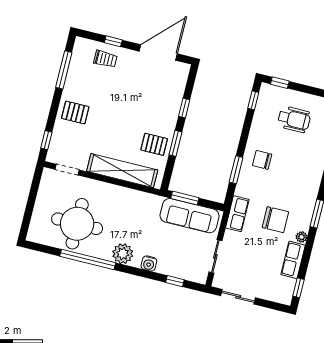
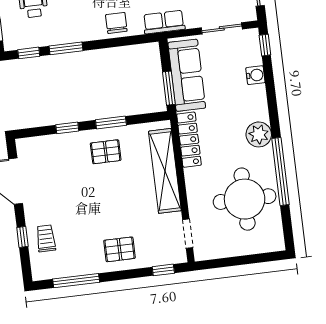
pallet: (75, 113) -> (119, 249), turned 90
pallet: (154, 144) -> (106, 152), moved, turned 90
chair: (262, 160) -> (116, 23), moved, turned 180
window: (236, 170) -> (66, 48), moved
locker: (139, 198) -> (189, 140), added
water cooler: (149, 263) -> (255, 75), moved
window: (175, 281) -> (265, 45), moved

